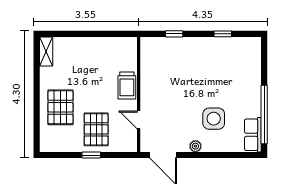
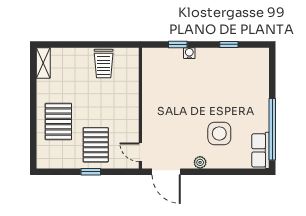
water cooler: (185, 42) -> (189, 53), added
trolley: (127, 85) -> (104, 64), moved
door: (139, 120) -> (140, 152), moved

